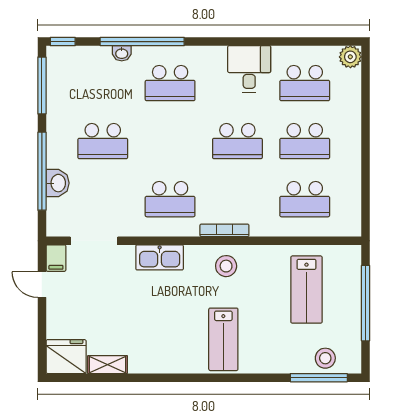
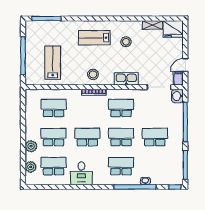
plant: (350, 57) -> (31, 167), moved
plant: (350, 123) -> (31, 146), added
school desk: (170, 141) -> (121, 137), added
washbasin: (58, 183) -> (177, 96), moved
door: (42, 285) -> (185, 65), swing flipped
lab bench: (223, 339) -> (94, 38), turned -90
stool: (325, 358) -> (126, 42), moved

